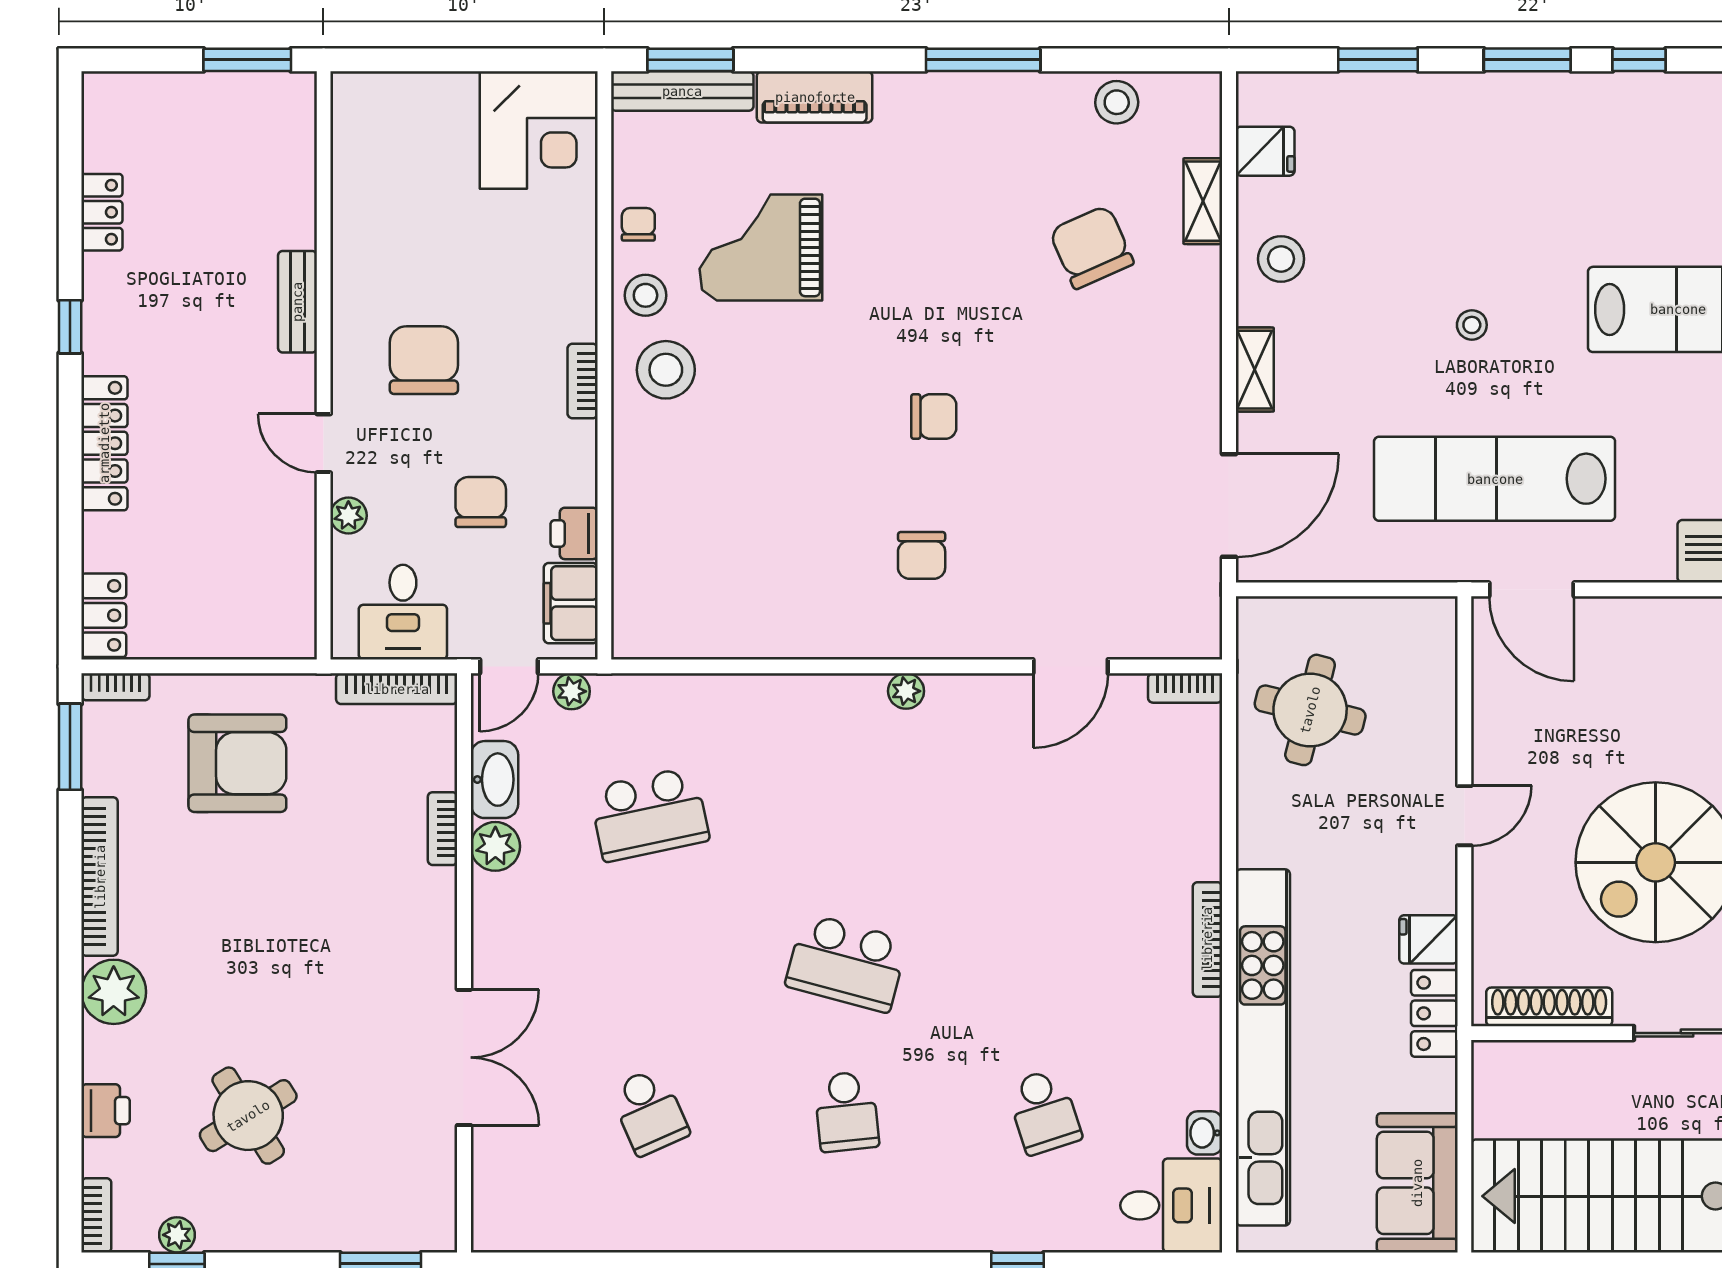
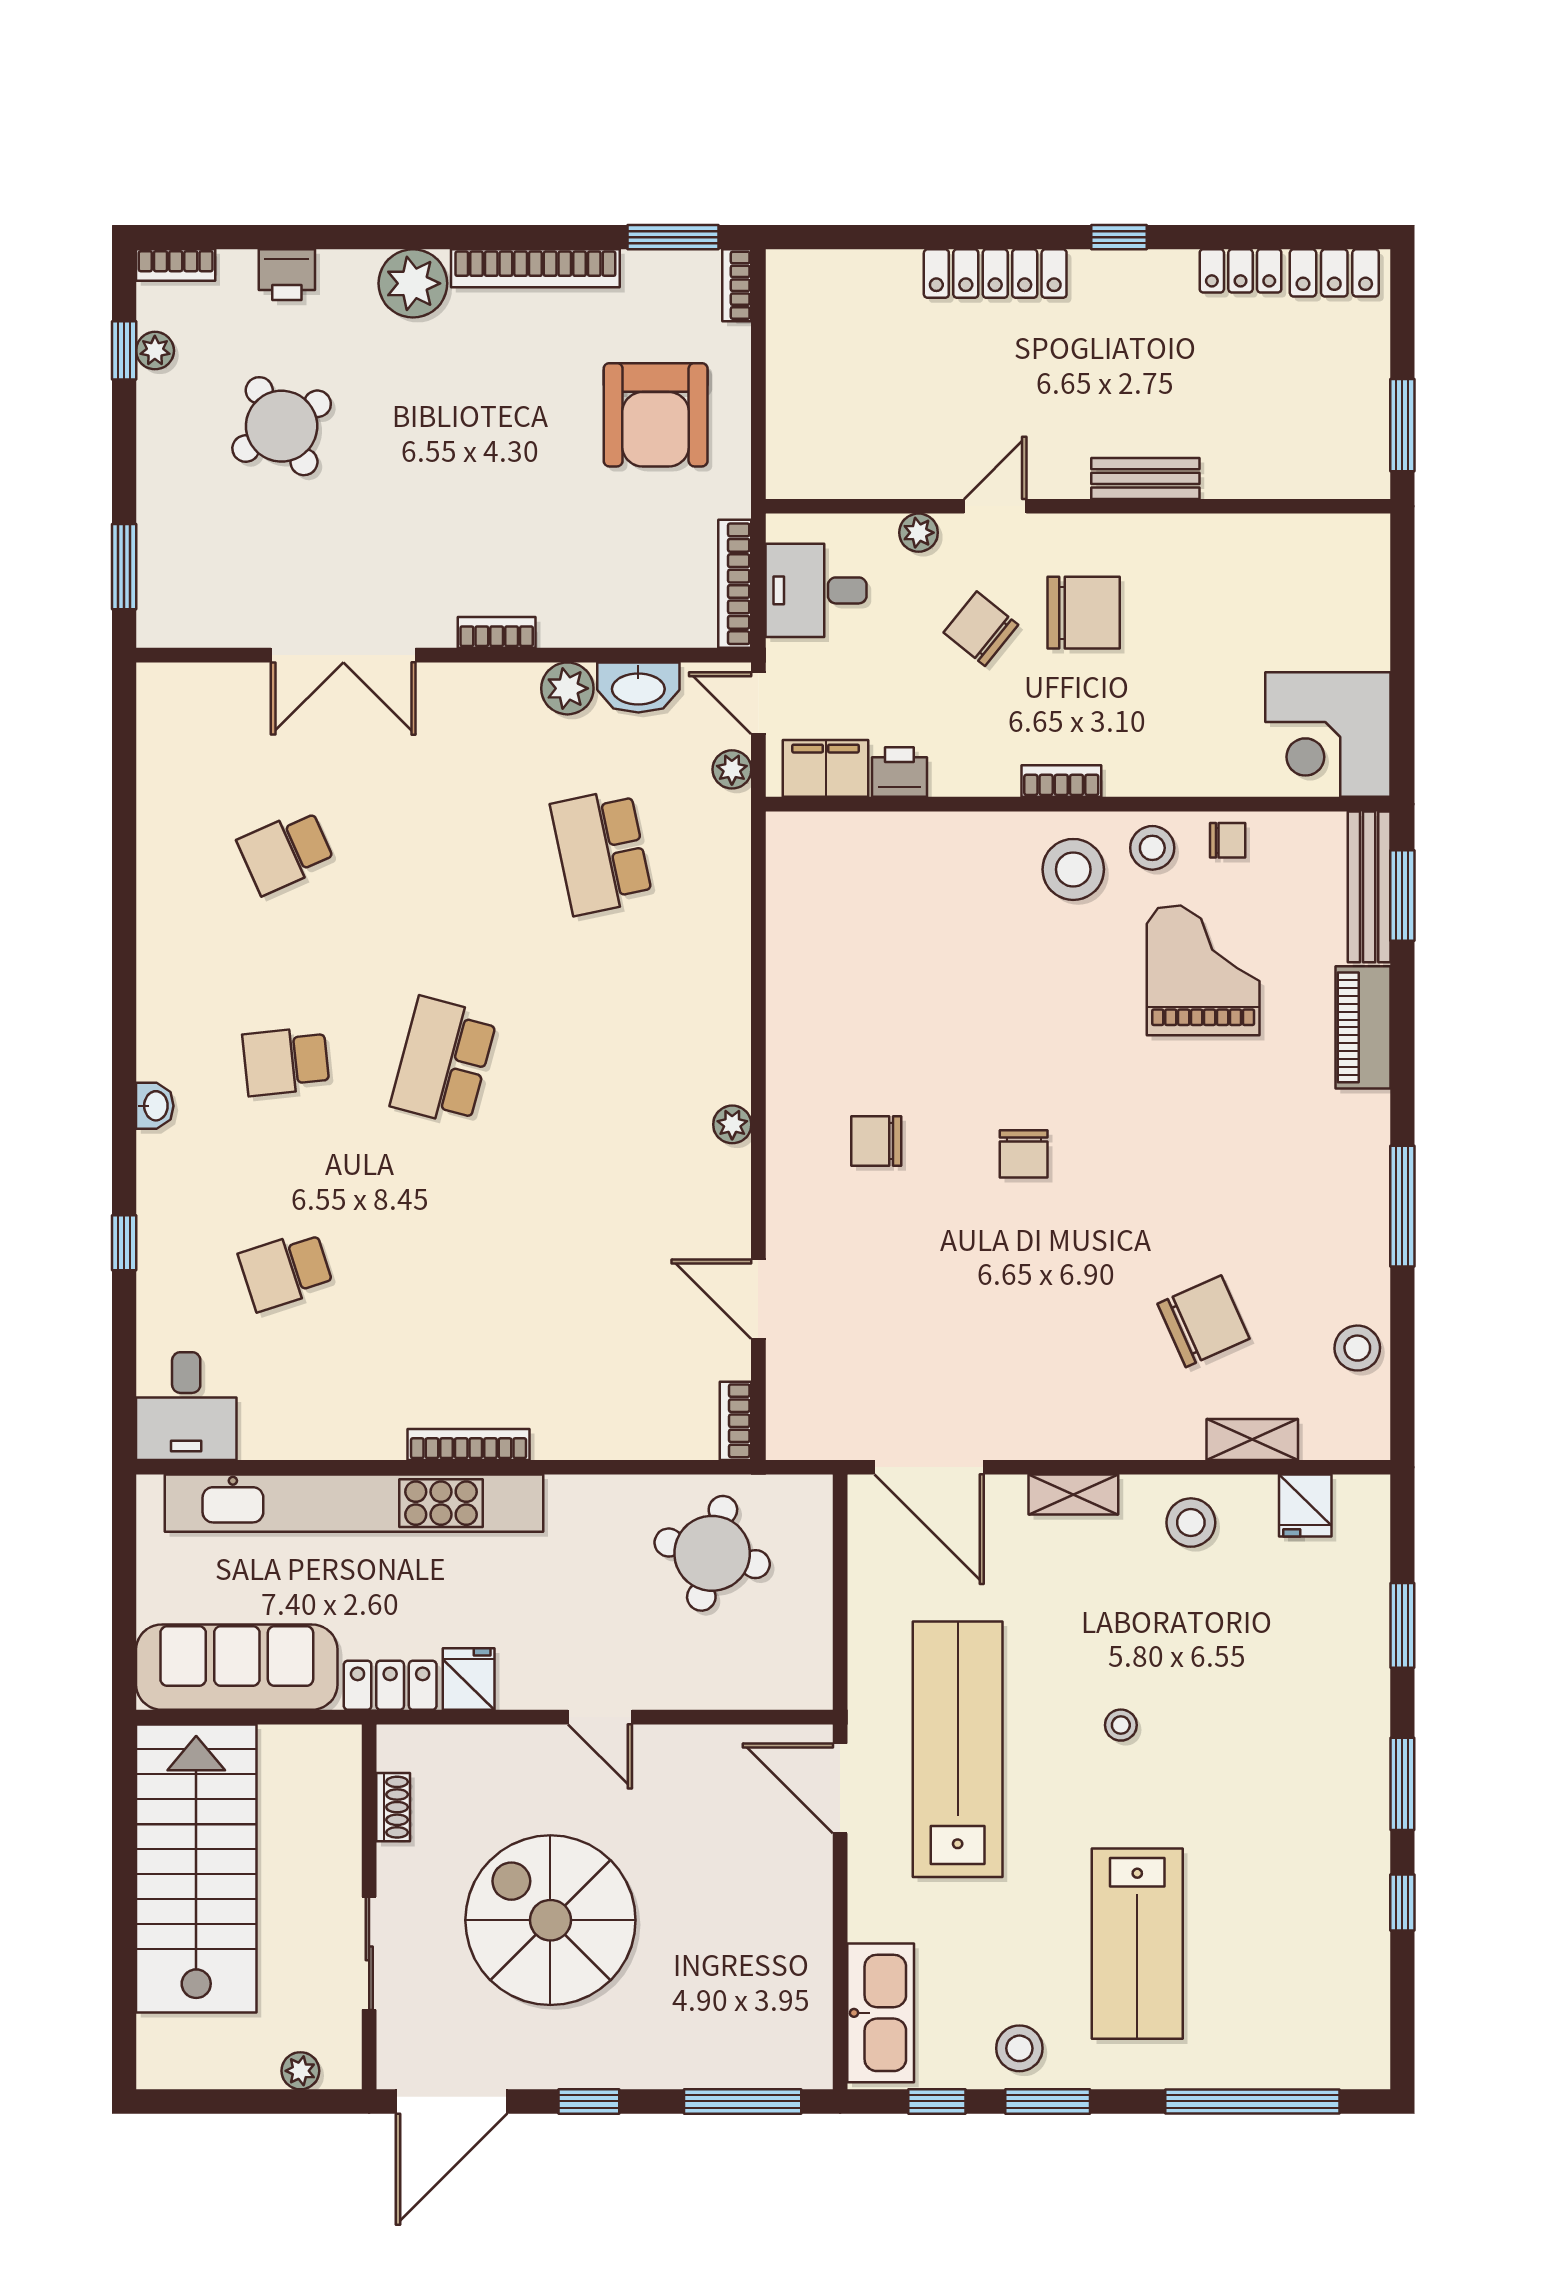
chair: (481, 502) -> (981, 629), moved, turned -141
door: (1531, 589) -> (840, 1788), hinge flipped
locker: (104, 615) -> (1334, 273), moved
bookcase: (443, 829) -> (497, 632), moved
shoe rack: (1549, 1007) -> (393, 1807), width x0.51, depth x0.81
washbasin: (1205, 1133) -> (155, 1106), moved, turned 90
sofa: (1417, 1183) -> (237, 1667), width x1.36

